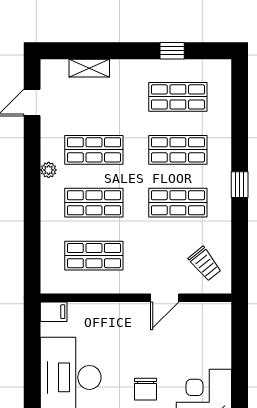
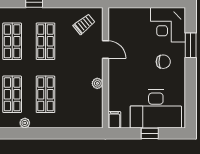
shop shelf: (94, 256) -> (79, 94), removed
plant: (111, 285) -> (97, 83), added
window: (32, 368) -> (150, 133), added

